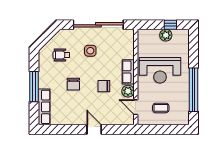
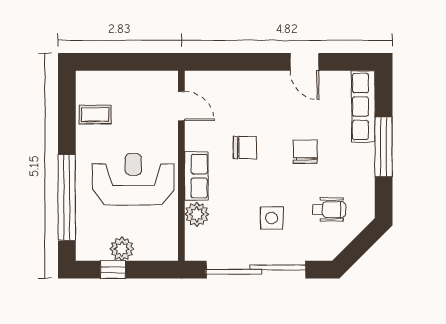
window: (194, 90) -> (67, 198), moved
plant: (128, 91) -> (197, 214), moved
coffee table: (161, 108) -> (95, 114), moved
door: (94, 129) -> (304, 62), moved

